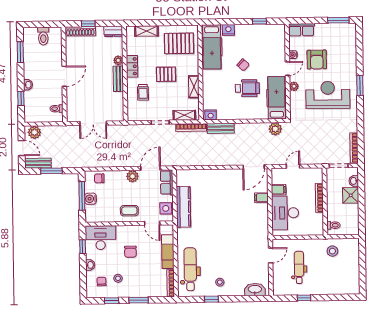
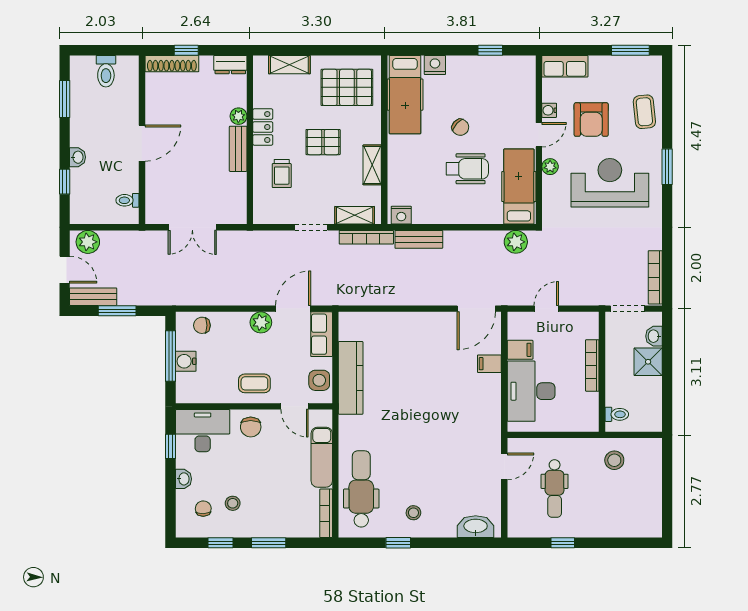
coffee table: (347, 55) -> (644, 112), added
chair: (130, 252) -> (251, 427), moved
dental chair: (299, 267) -> (555, 489), turned 180

